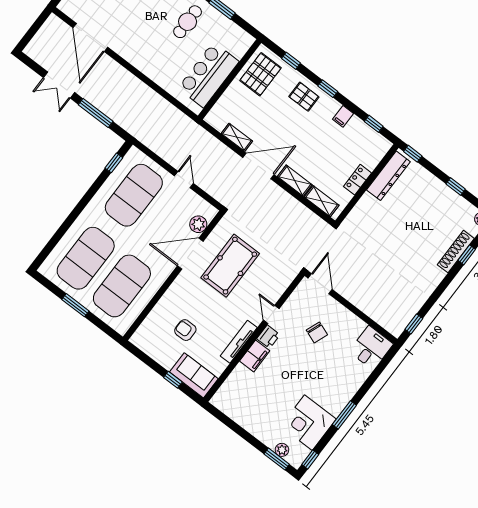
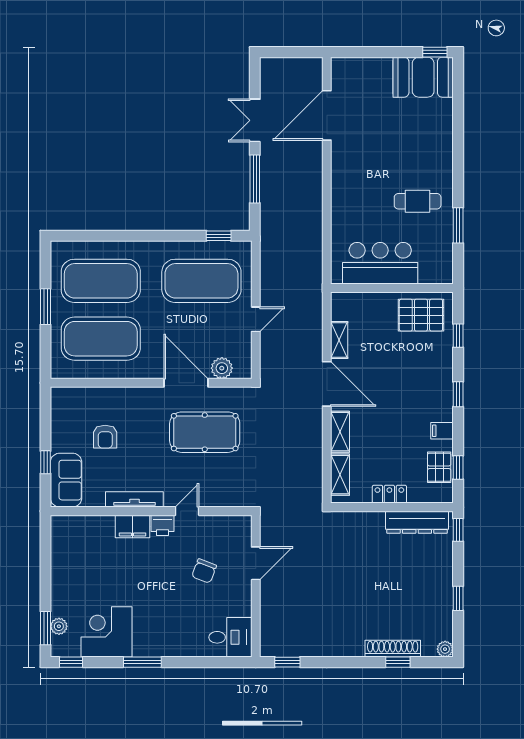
pallet: (304, 97) -> (439, 467), moved
door: (320, 284) -> (256, 563), moved
armchair: (185, 330) -> (105, 437), turned 180

